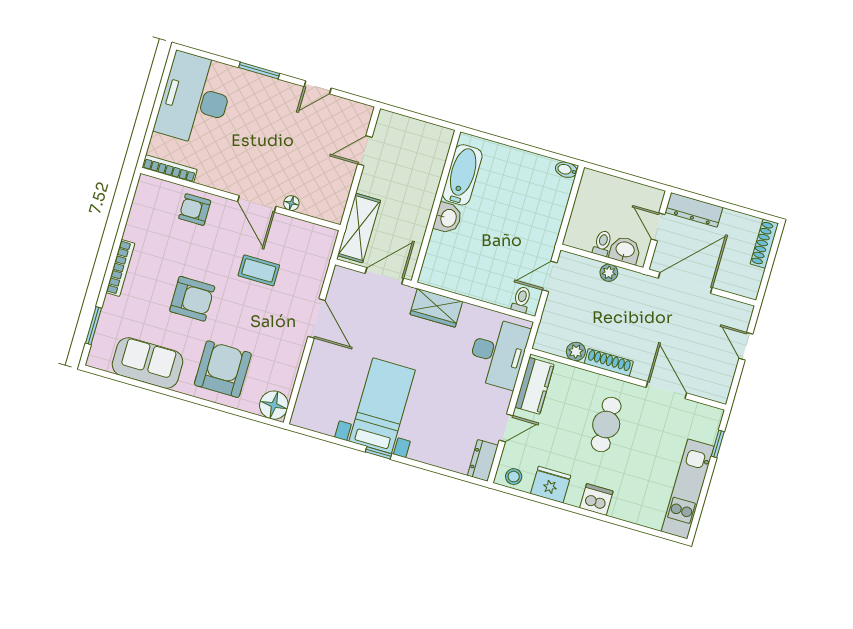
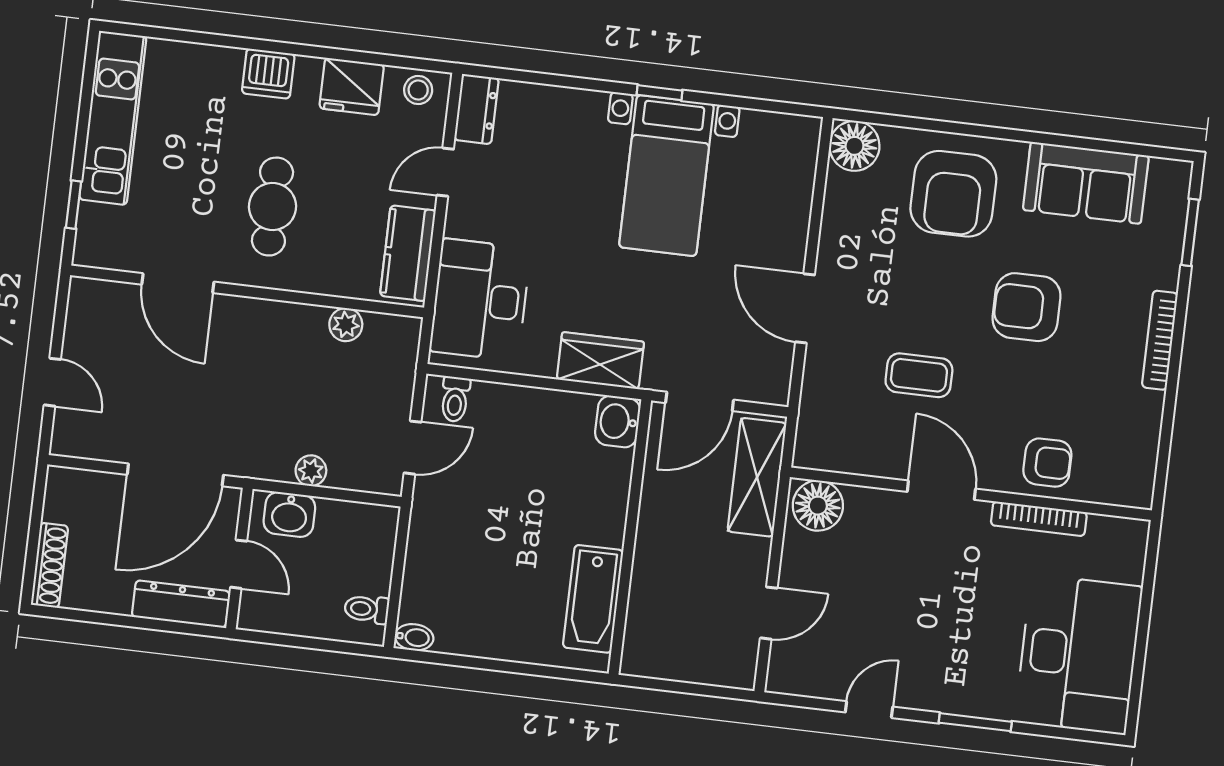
bookcase: (170, 169) -> (1039, 519), moved
floor lamp: (291, 203) -> (818, 506), moved, width x1.89, depth x1.89
washbasin: (448, 218) -> (618, 421), moved
toilet: (602, 243) -> (367, 609), moved, turned 90
shoe rack: (609, 362) -> (286, 315), removed

